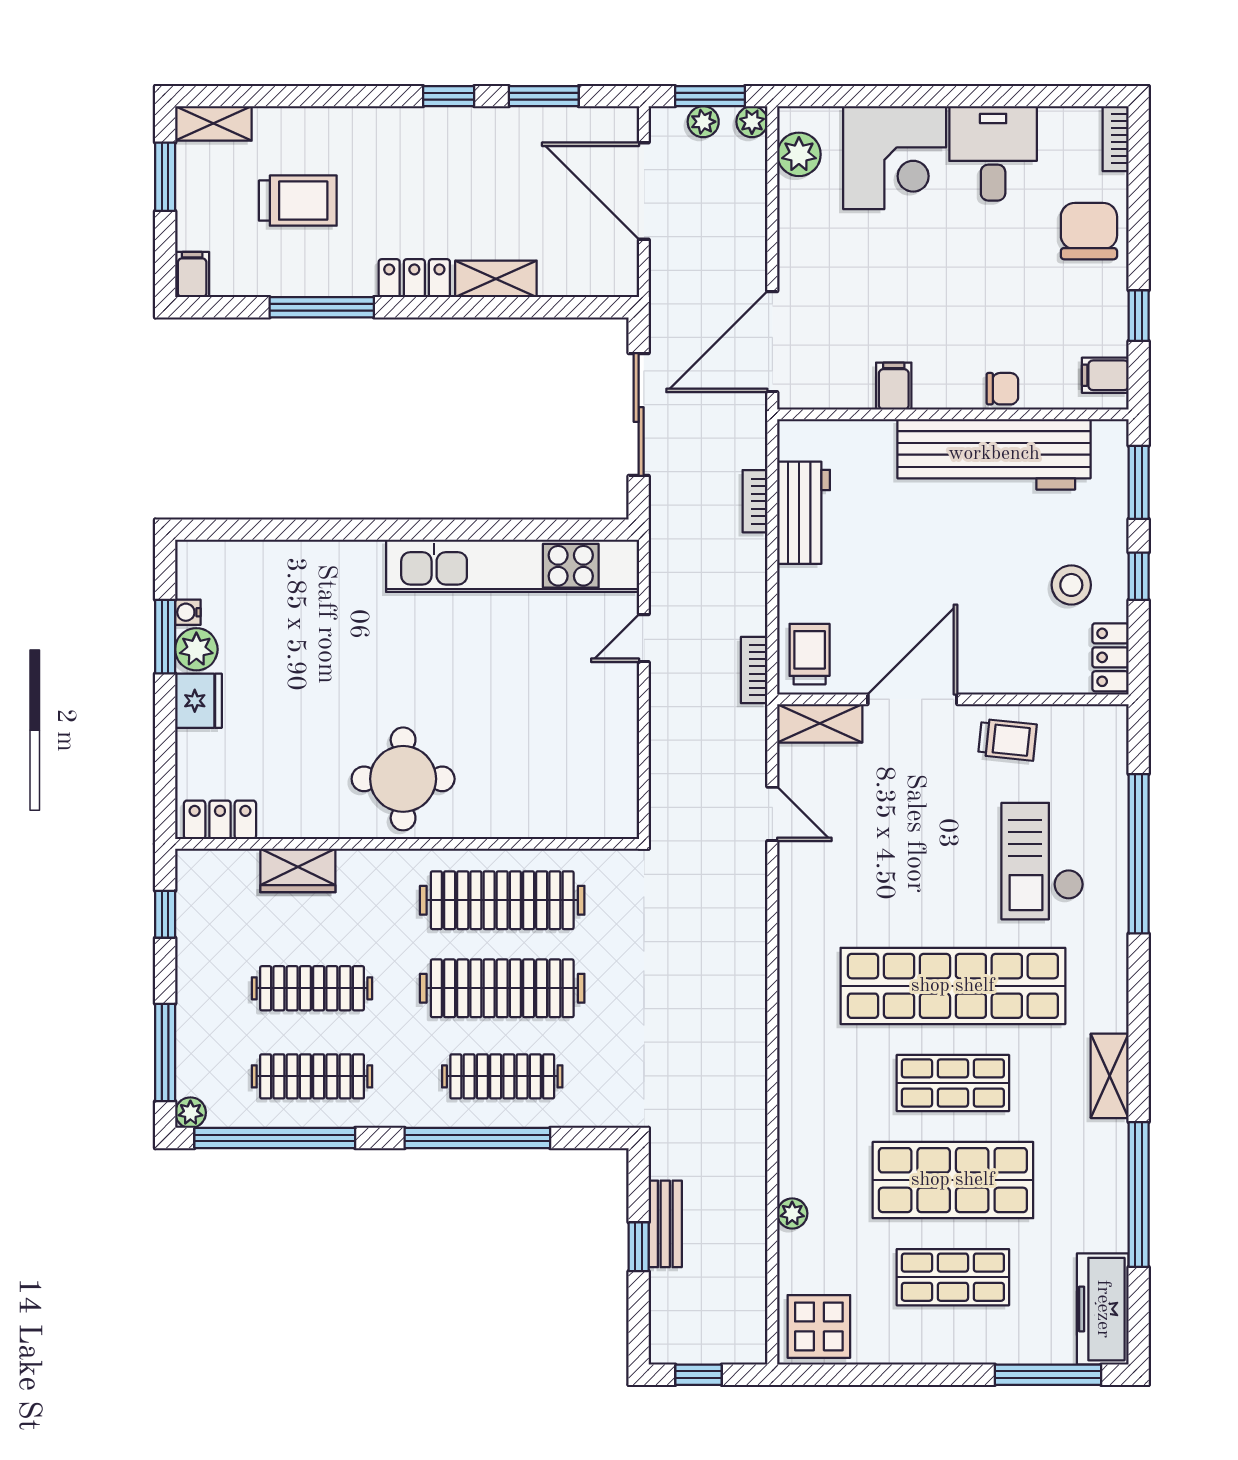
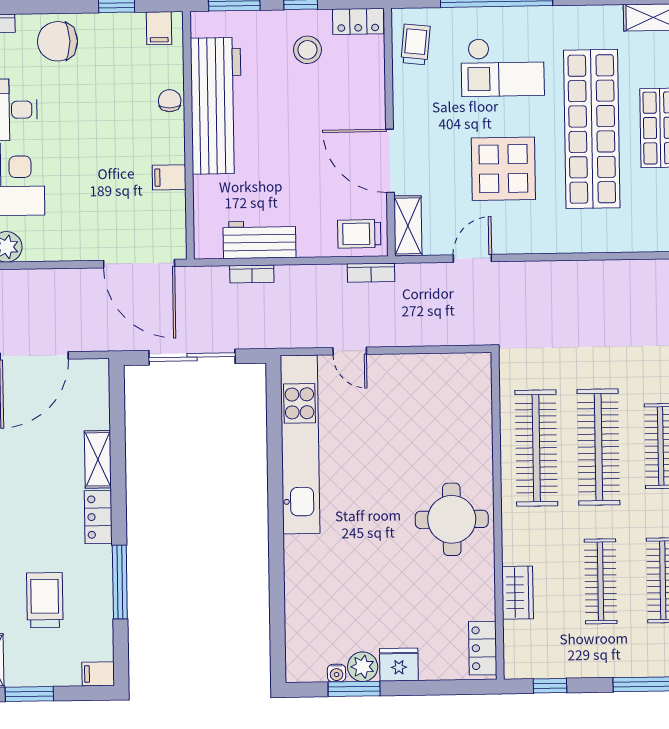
trolley: (1007, 740) -> (416, 44), moved
display table: (899, 860) -> (503, 169), added

